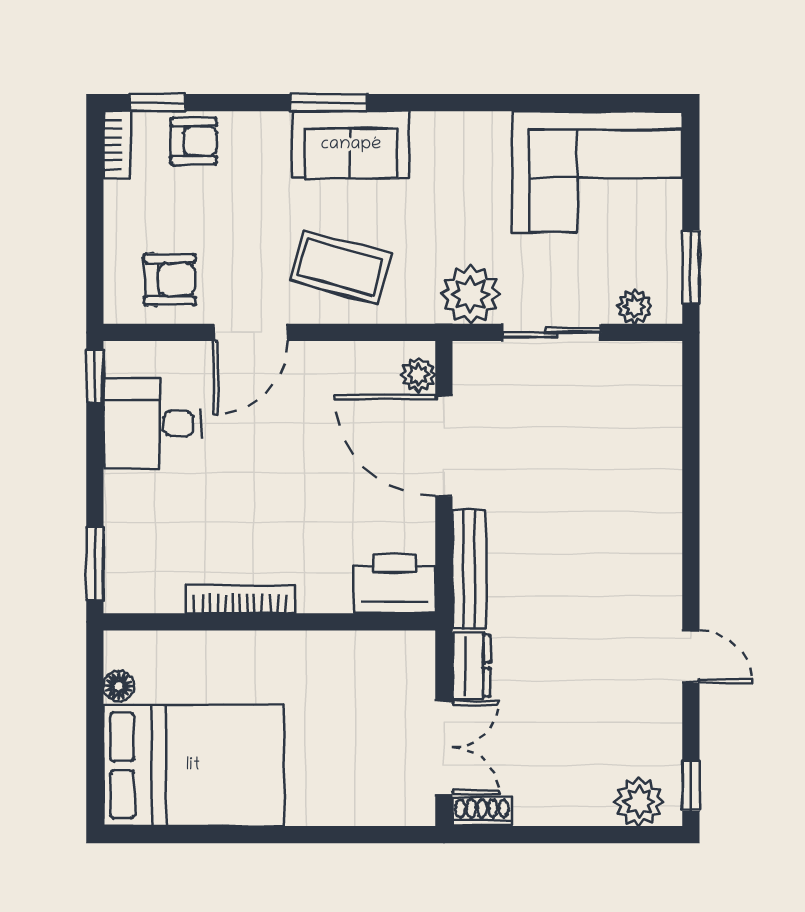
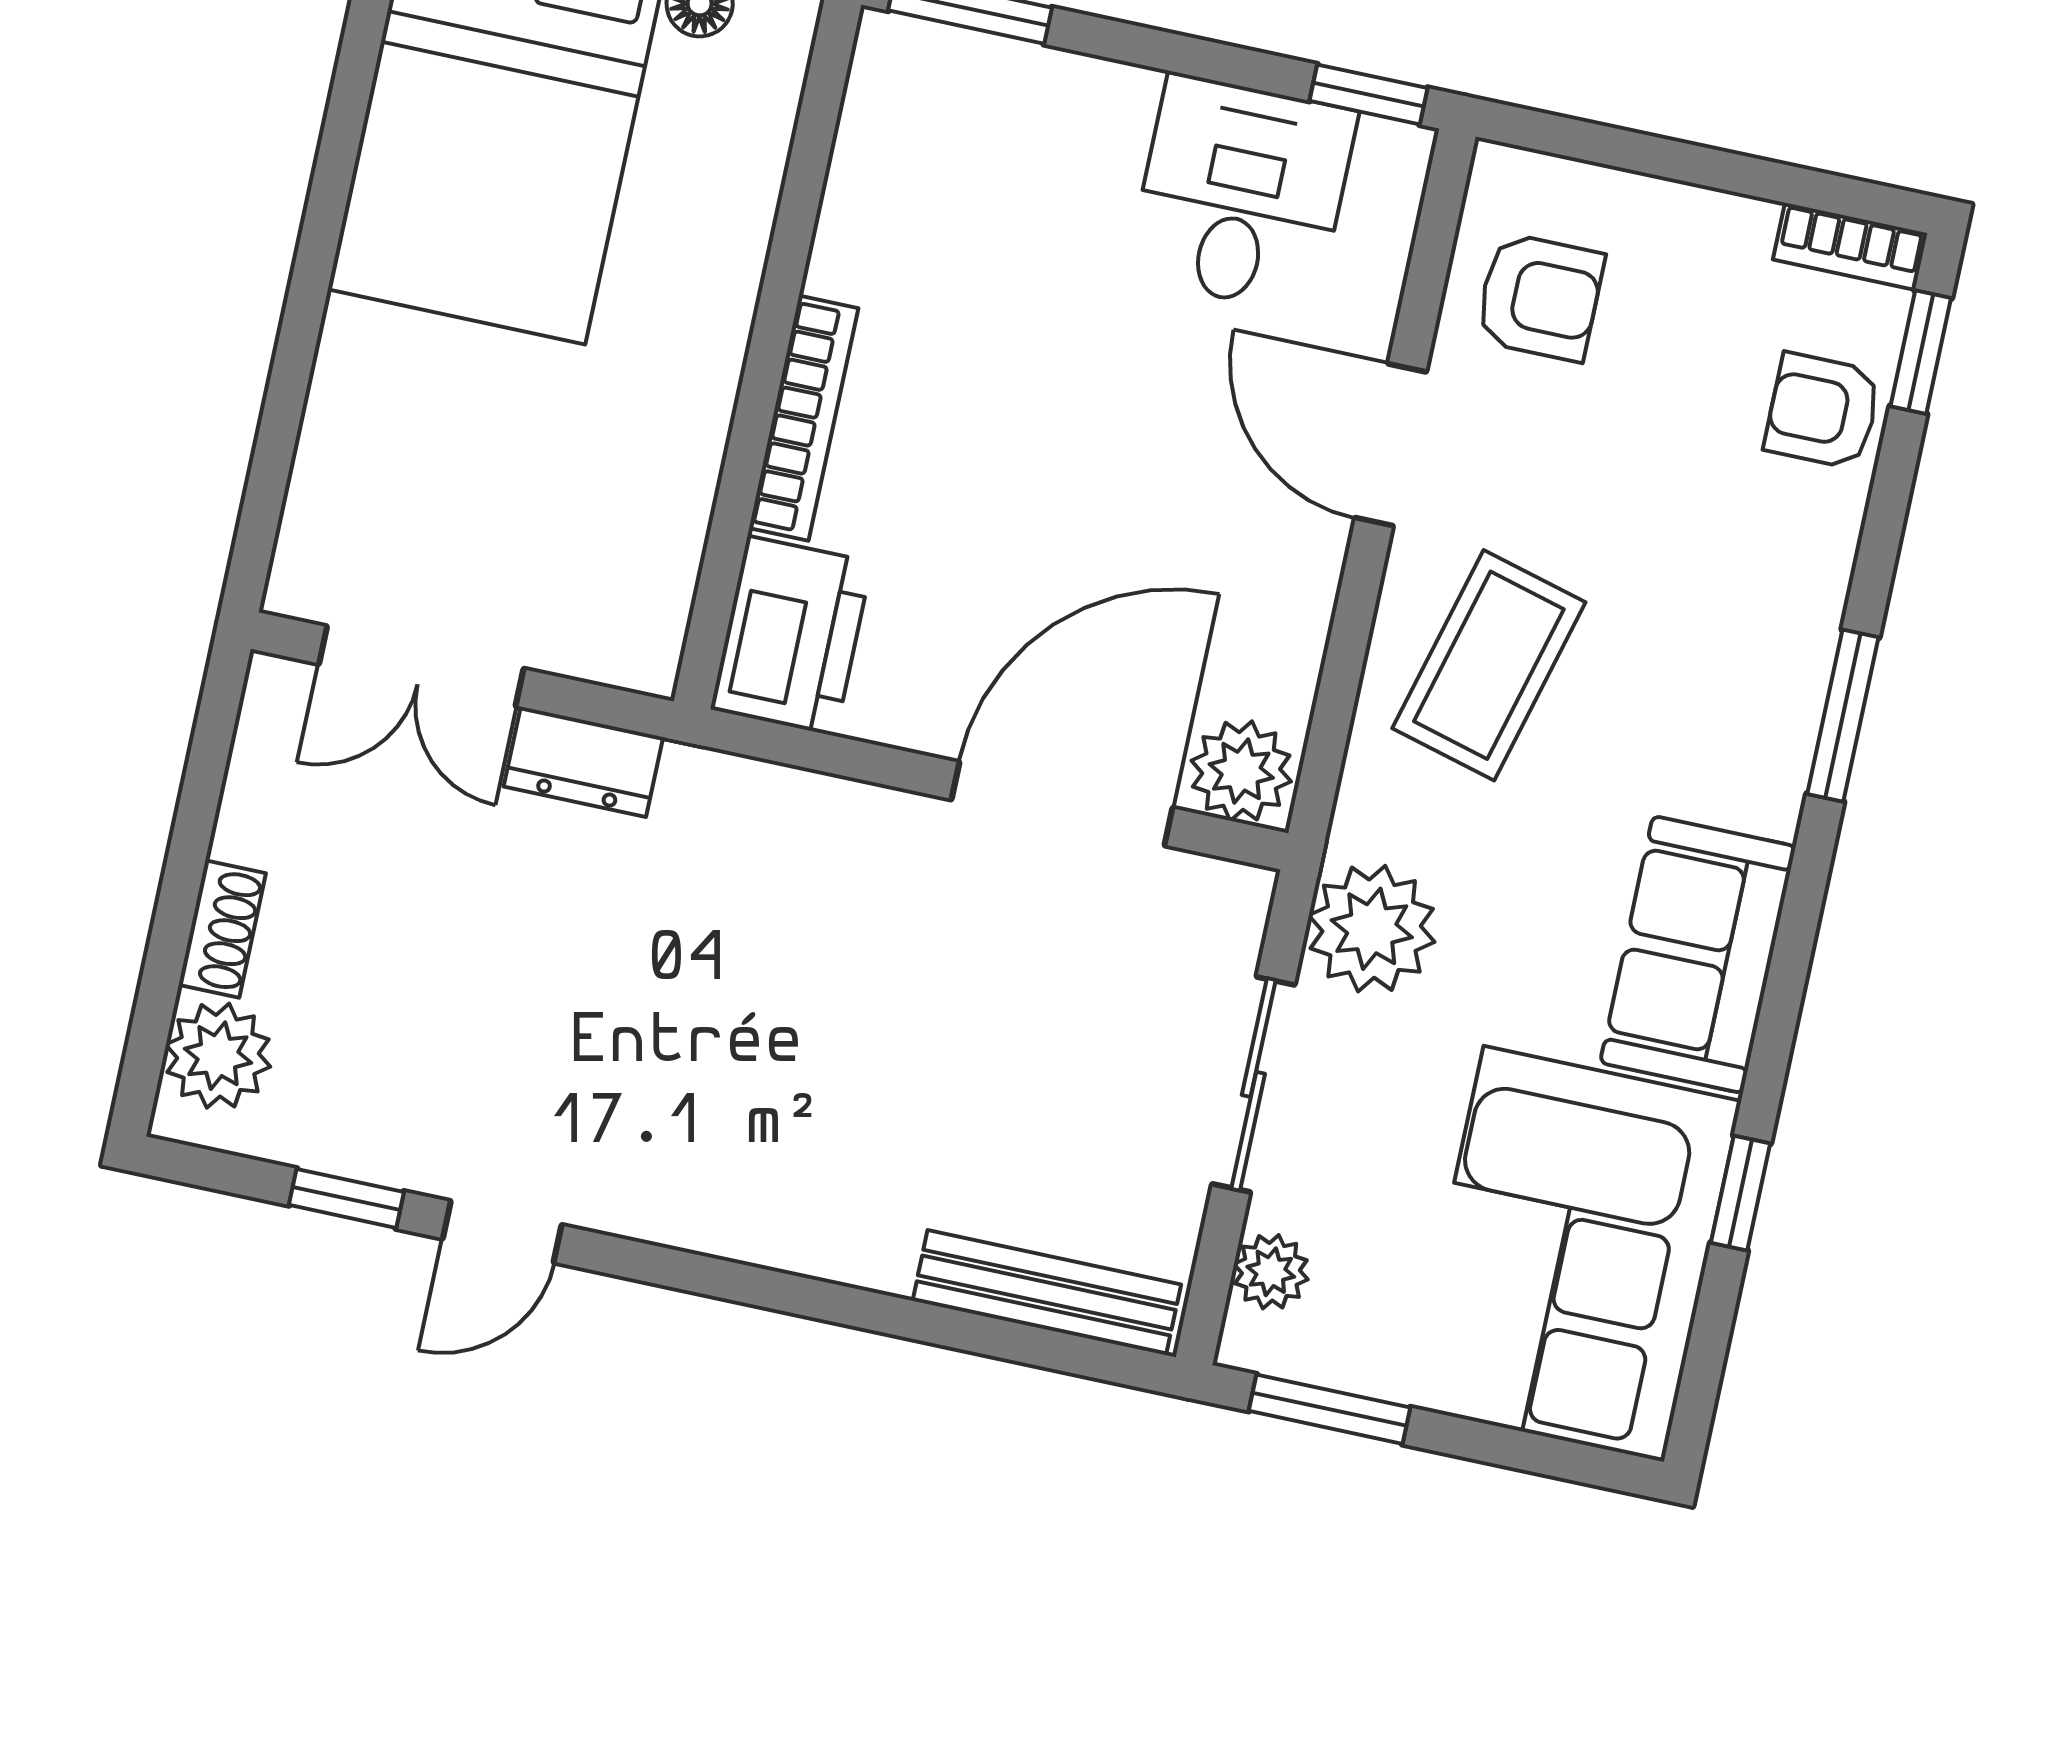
window: (554, 103) -> (1740, 1193), added
armchair: (194, 141) -> (1823, 411), turned 90
sofa: (351, 145) -> (1698, 955), moved
armchair: (170, 279) -> (1540, 297), turned -90
plant: (418, 375) -> (1241, 771), width x1.38, depth x1.38
bench: (469, 569) -> (1047, 1293), moved
bookcase: (240, 599) -> (804, 418), moved
window: (691, 785) -> (346, 1198), moved
shoe rack: (482, 812) -> (222, 929), moved

